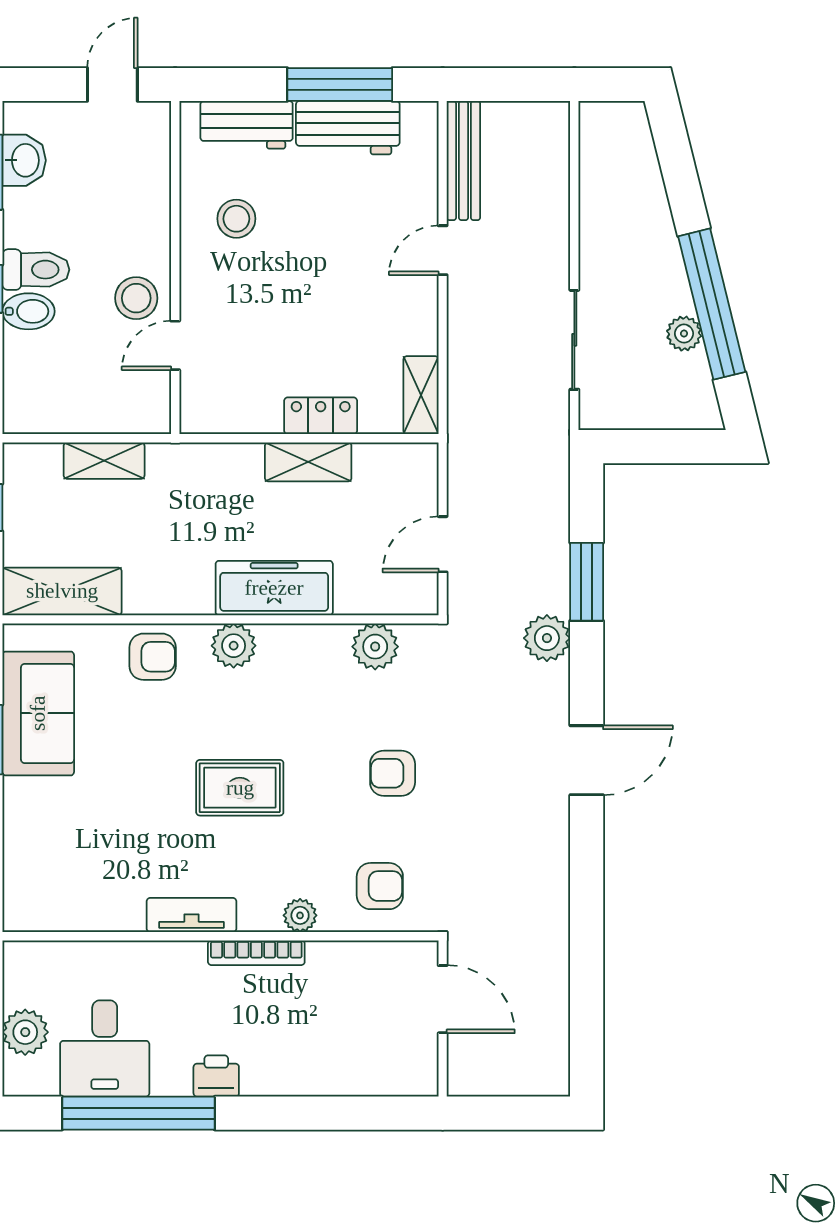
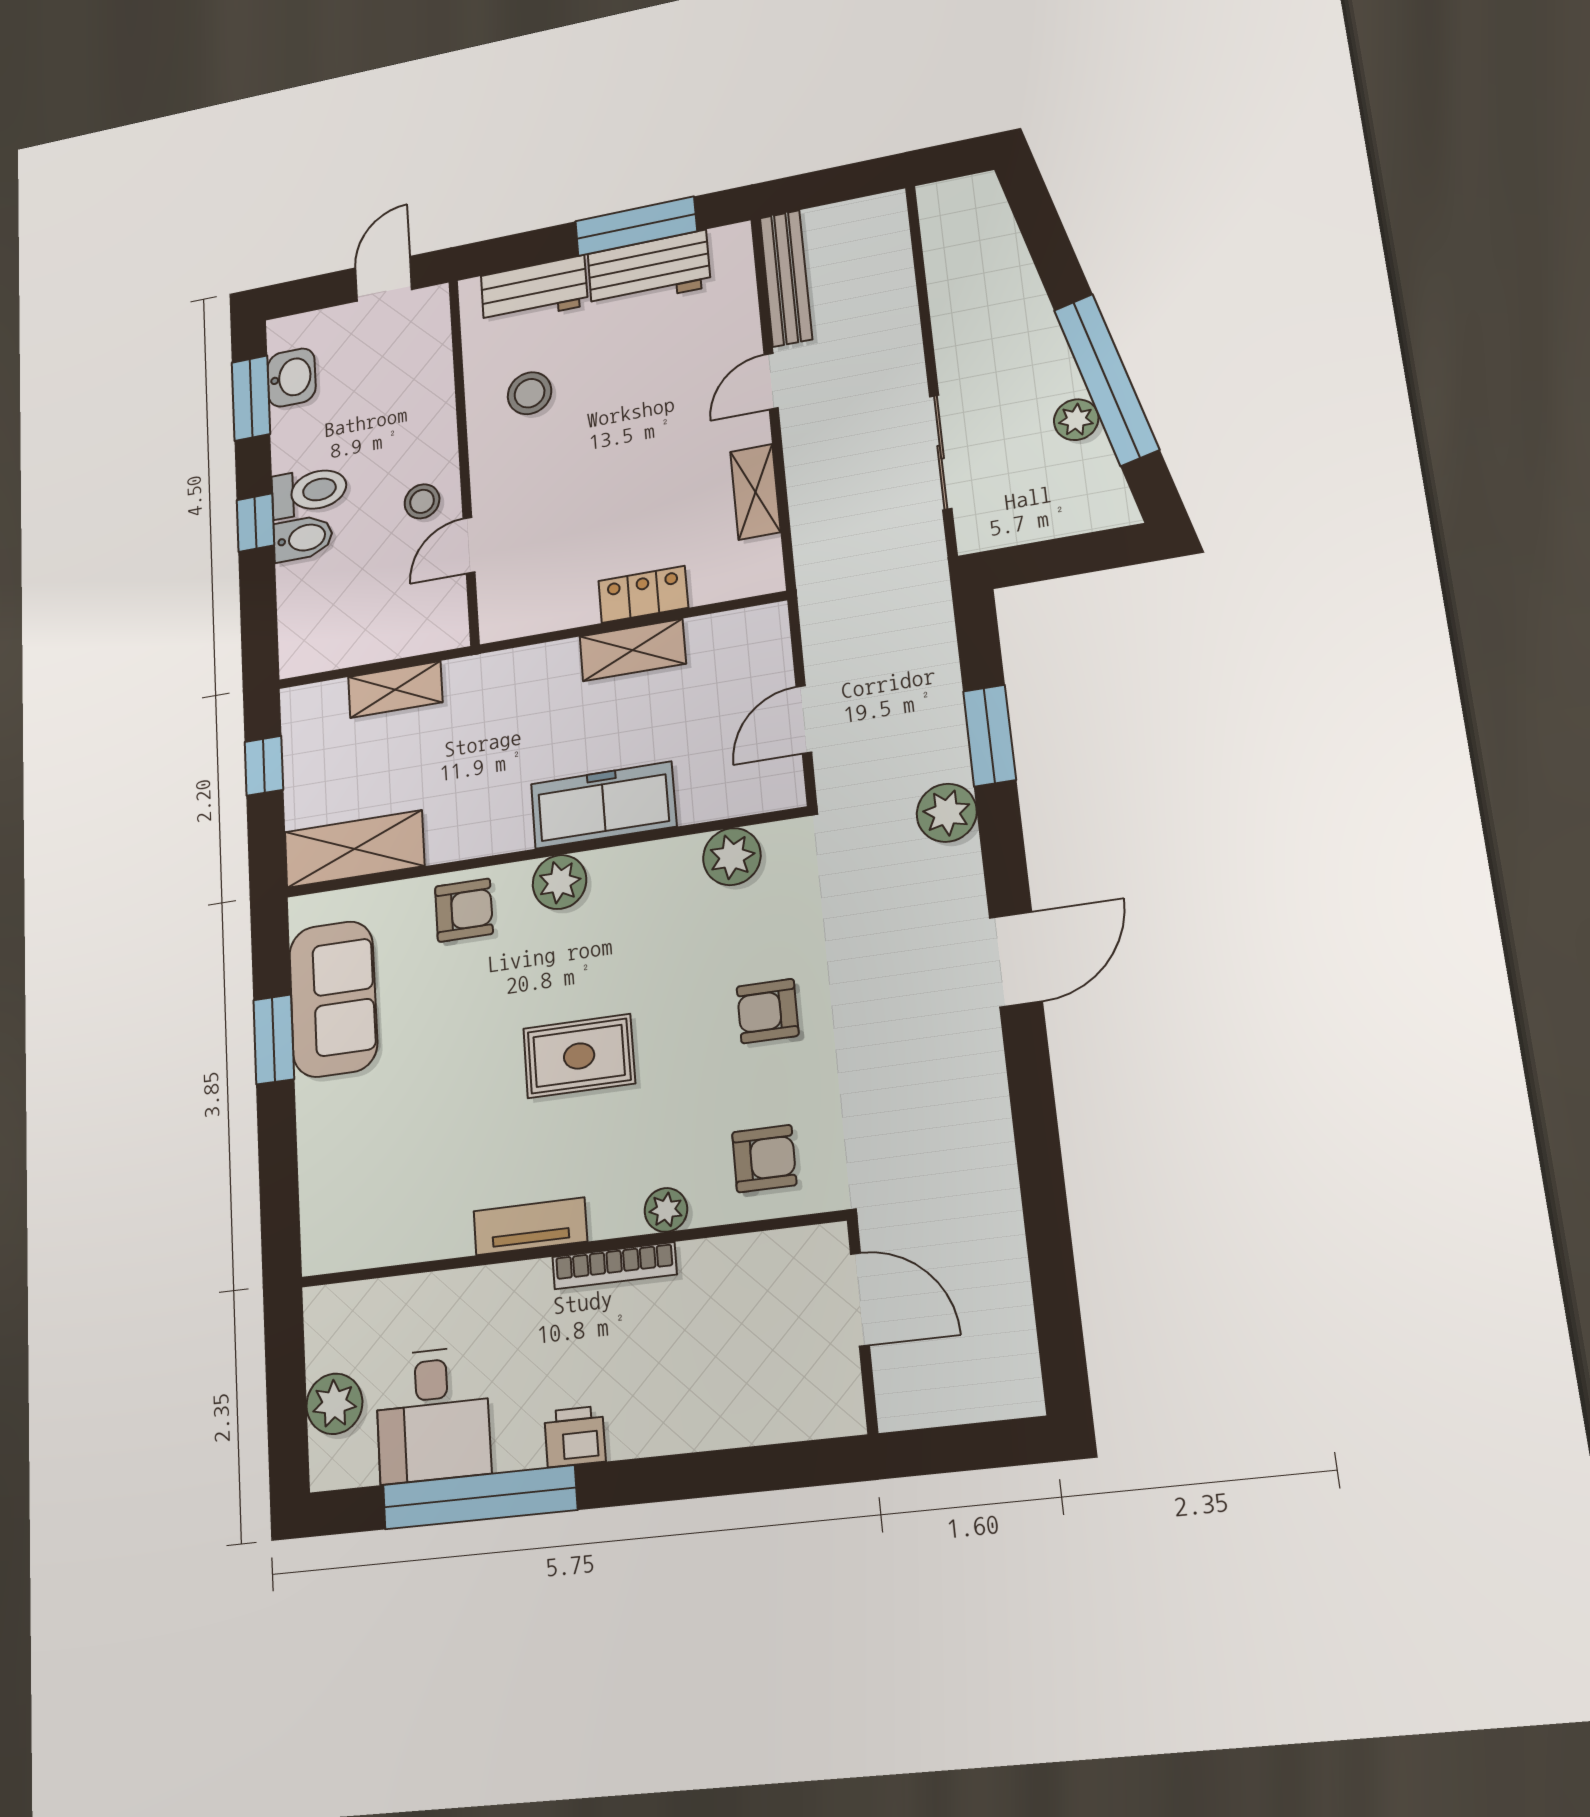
stool: (136, 298) -> (422, 501), width x0.73, depth x0.73
shelving: (421, 395) -> (755, 492), moved

